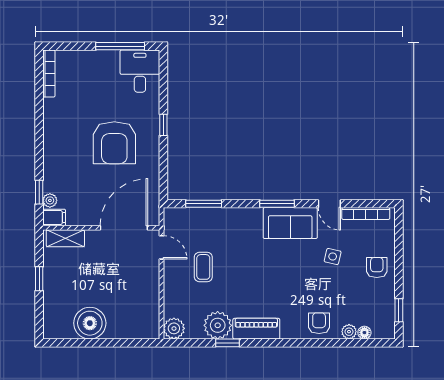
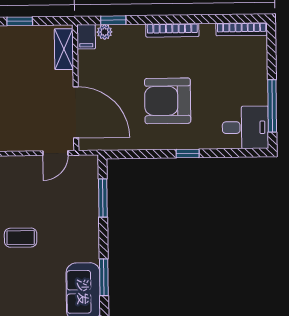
bookcase: (49, 138) -> (172, 30), added
coffee table: (203, 267) -> (21, 238), moved

